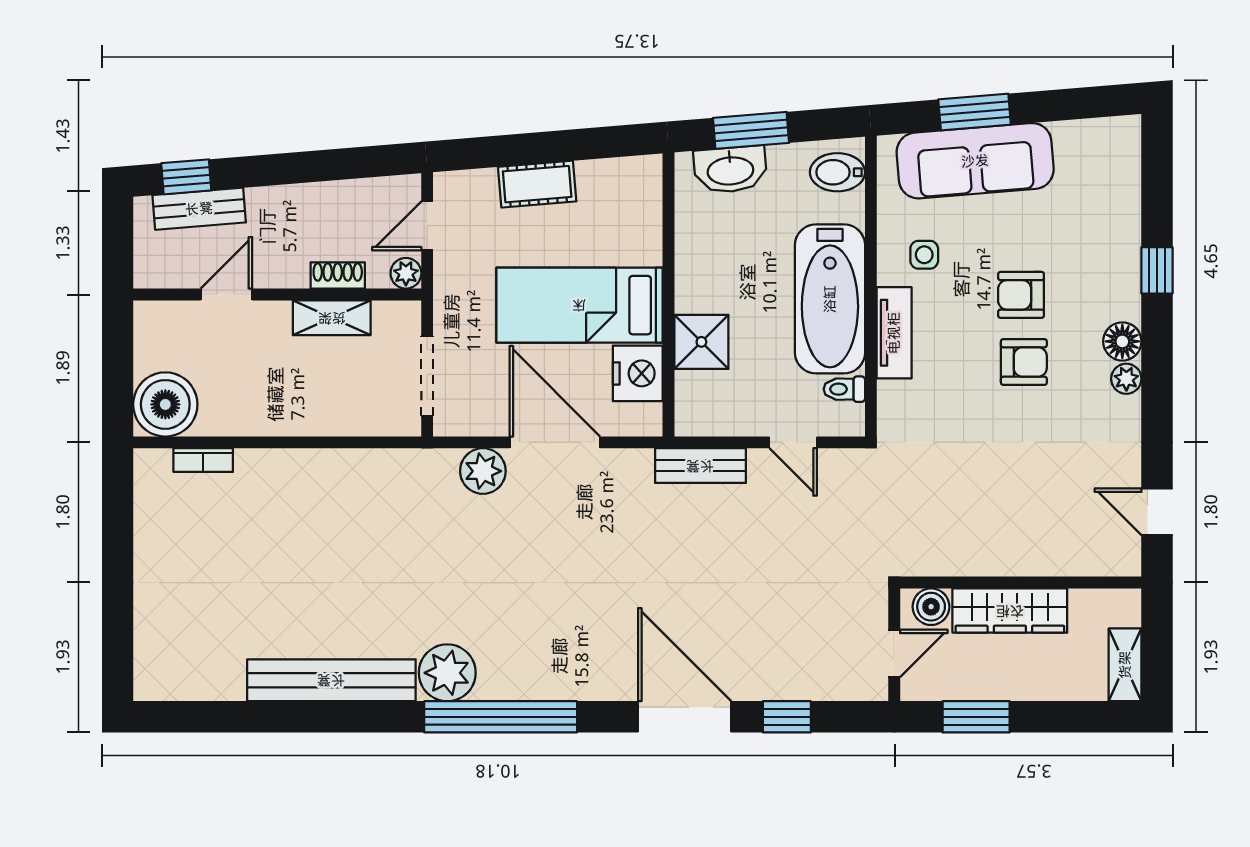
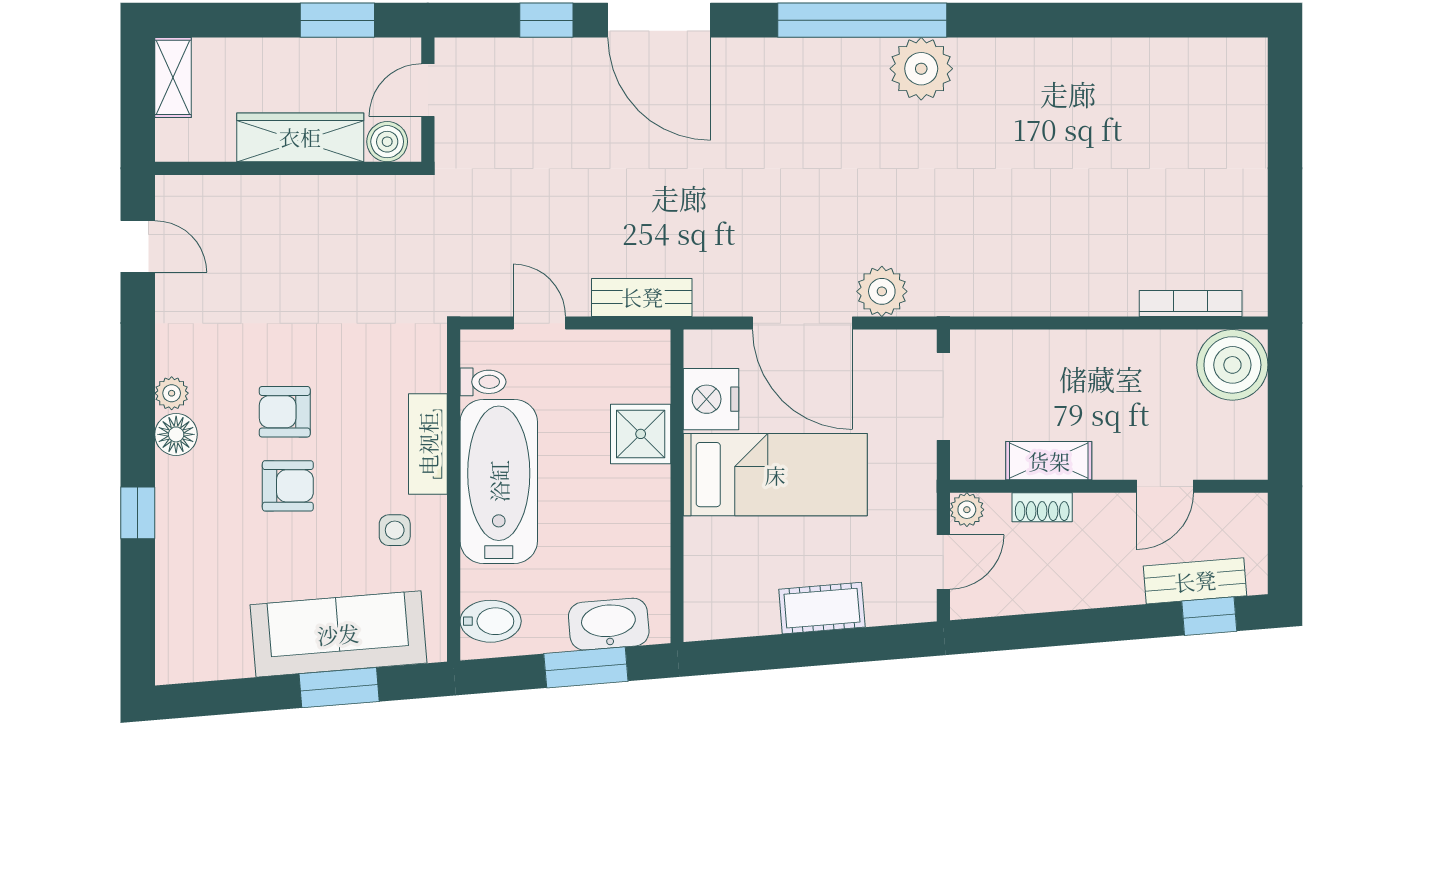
bookcase: (203, 460) -> (1191, 303), width x1.56
bench: (331, 680) -> (1049, 60), removed

